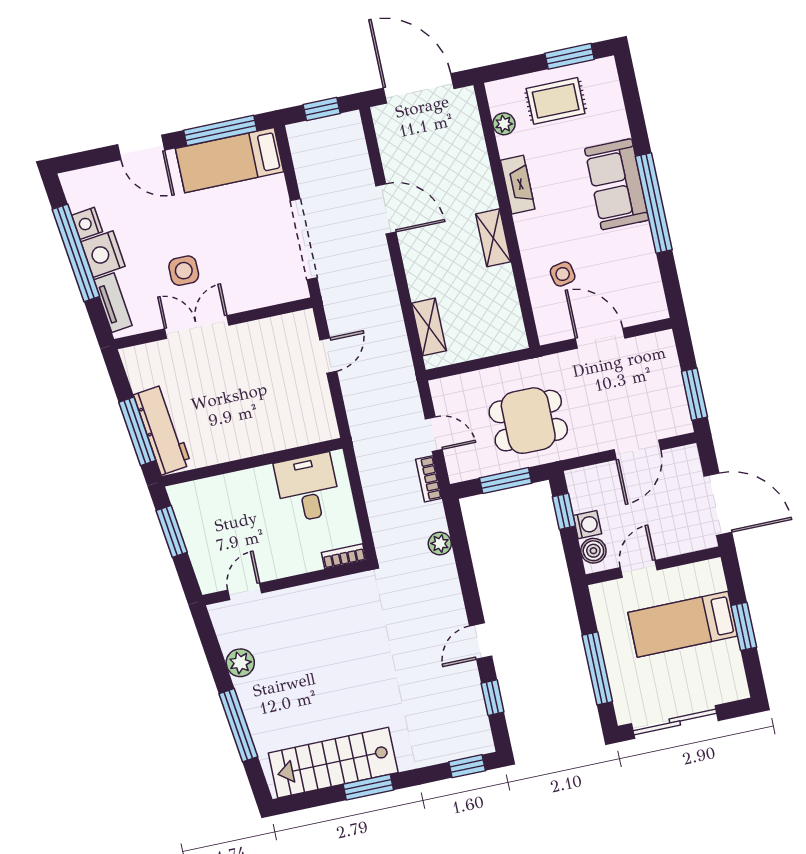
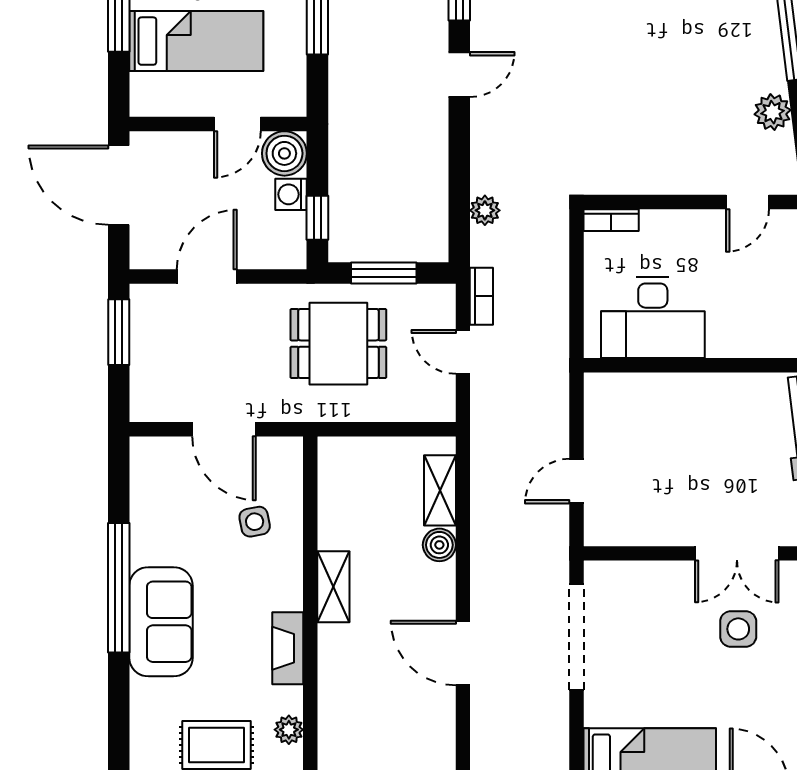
boiler: (421, 286) -> (439, 545), added
desk: (308, 488) -> (653, 318), width x1.37
boiler: (593, 551) -> (284, 153), width x1.36, depth x1.36

